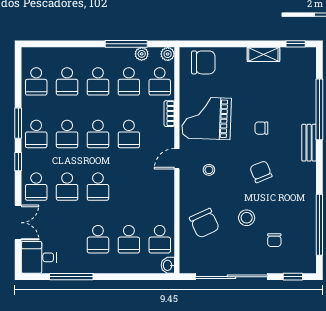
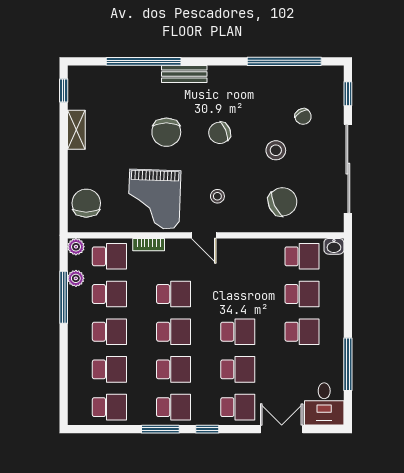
chair: (261, 128) -> (166, 132), width x1.87, depth x1.87
chair: (274, 240) -> (303, 116), turned 59

